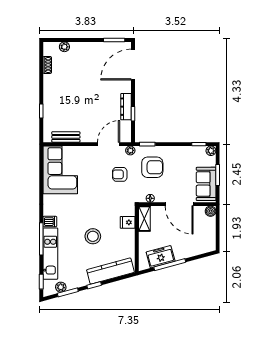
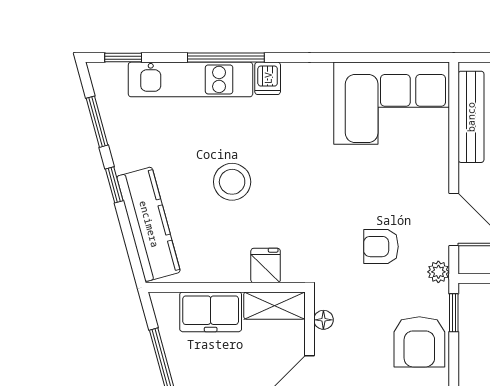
bench: (66, 137) -> (471, 117), width x1.36
armchair: (152, 167) -> (419, 342), moved
armchair: (120, 174) -> (381, 247), turned -90
freezer: (161, 257) -> (211, 312), moved, turned 105
plant: (61, 287) -> (110, 105), removed

